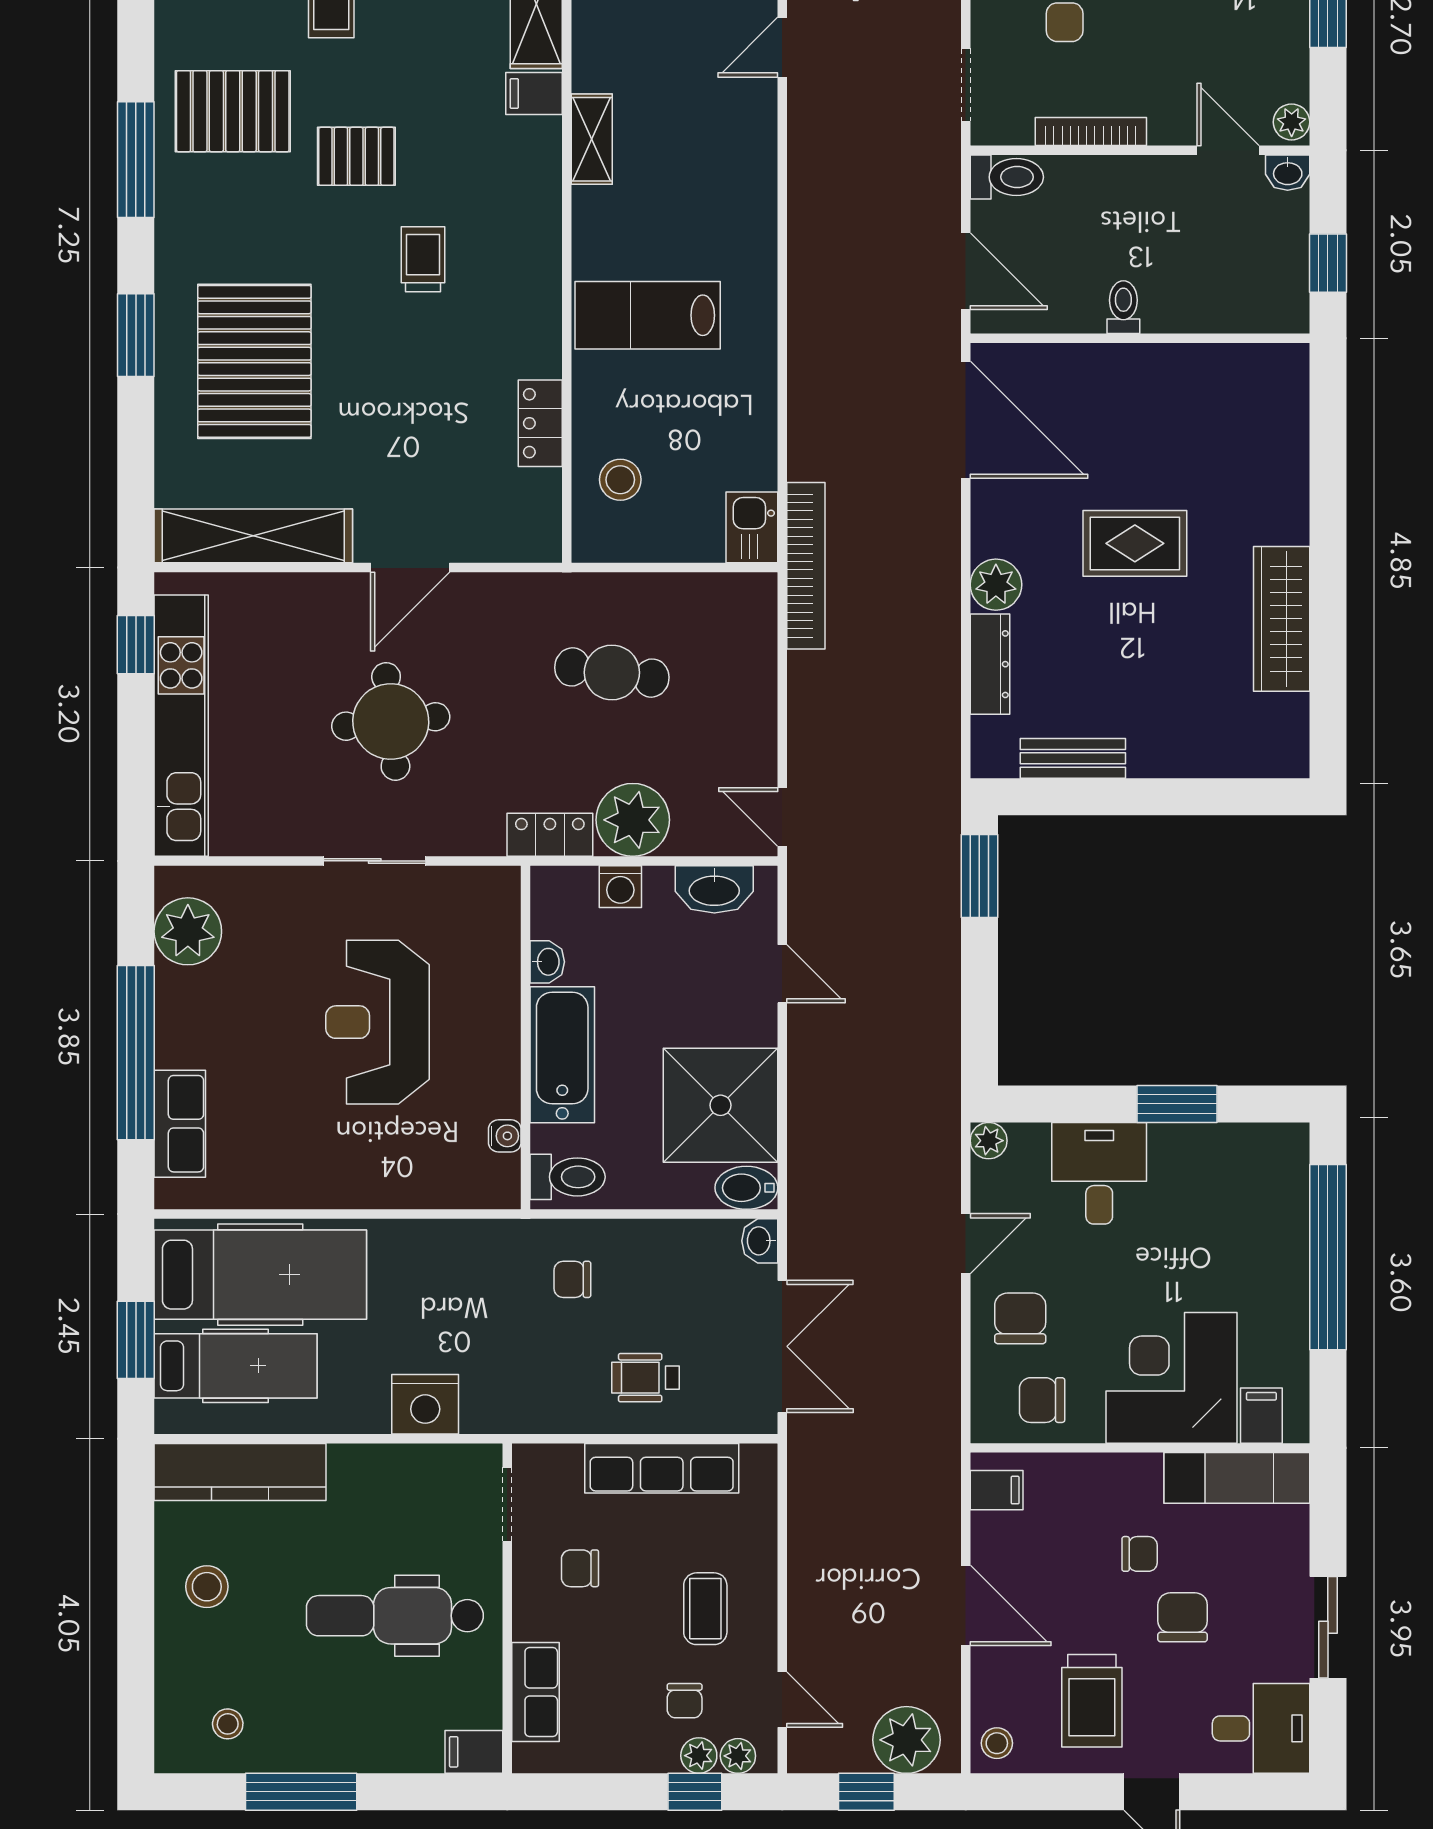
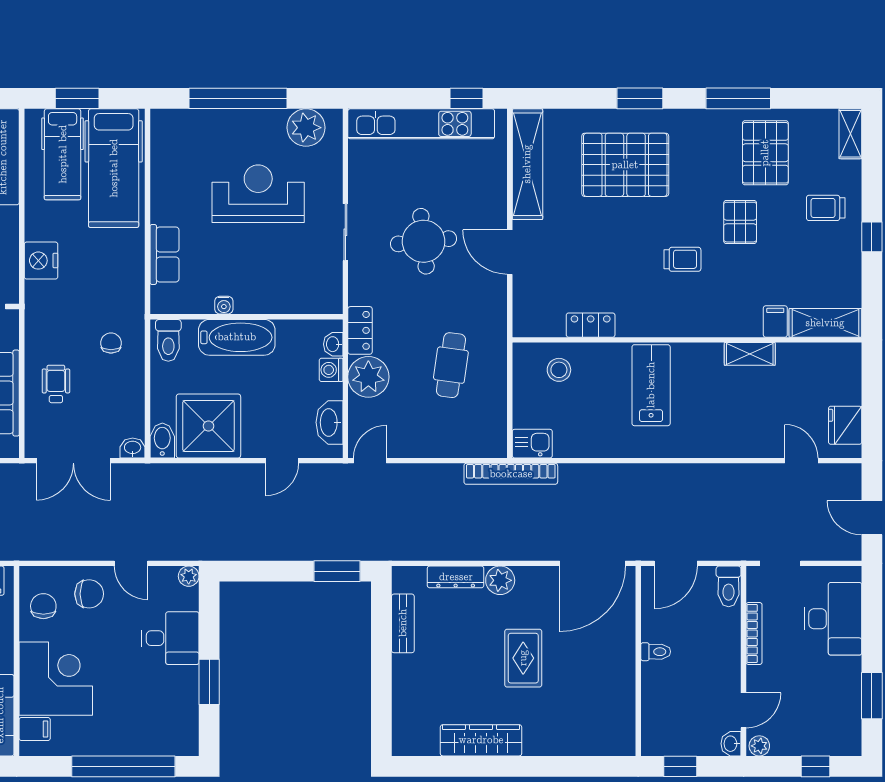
washbasin: (547, 962) -> (333, 344), moved, turned 90
reception desk: (378, 1022) -> (258, 194), moved
row of seats: (180, 1124) -> (165, 254), moved, turned -90
water cooler: (505, 1136) -> (224, 305), moved

